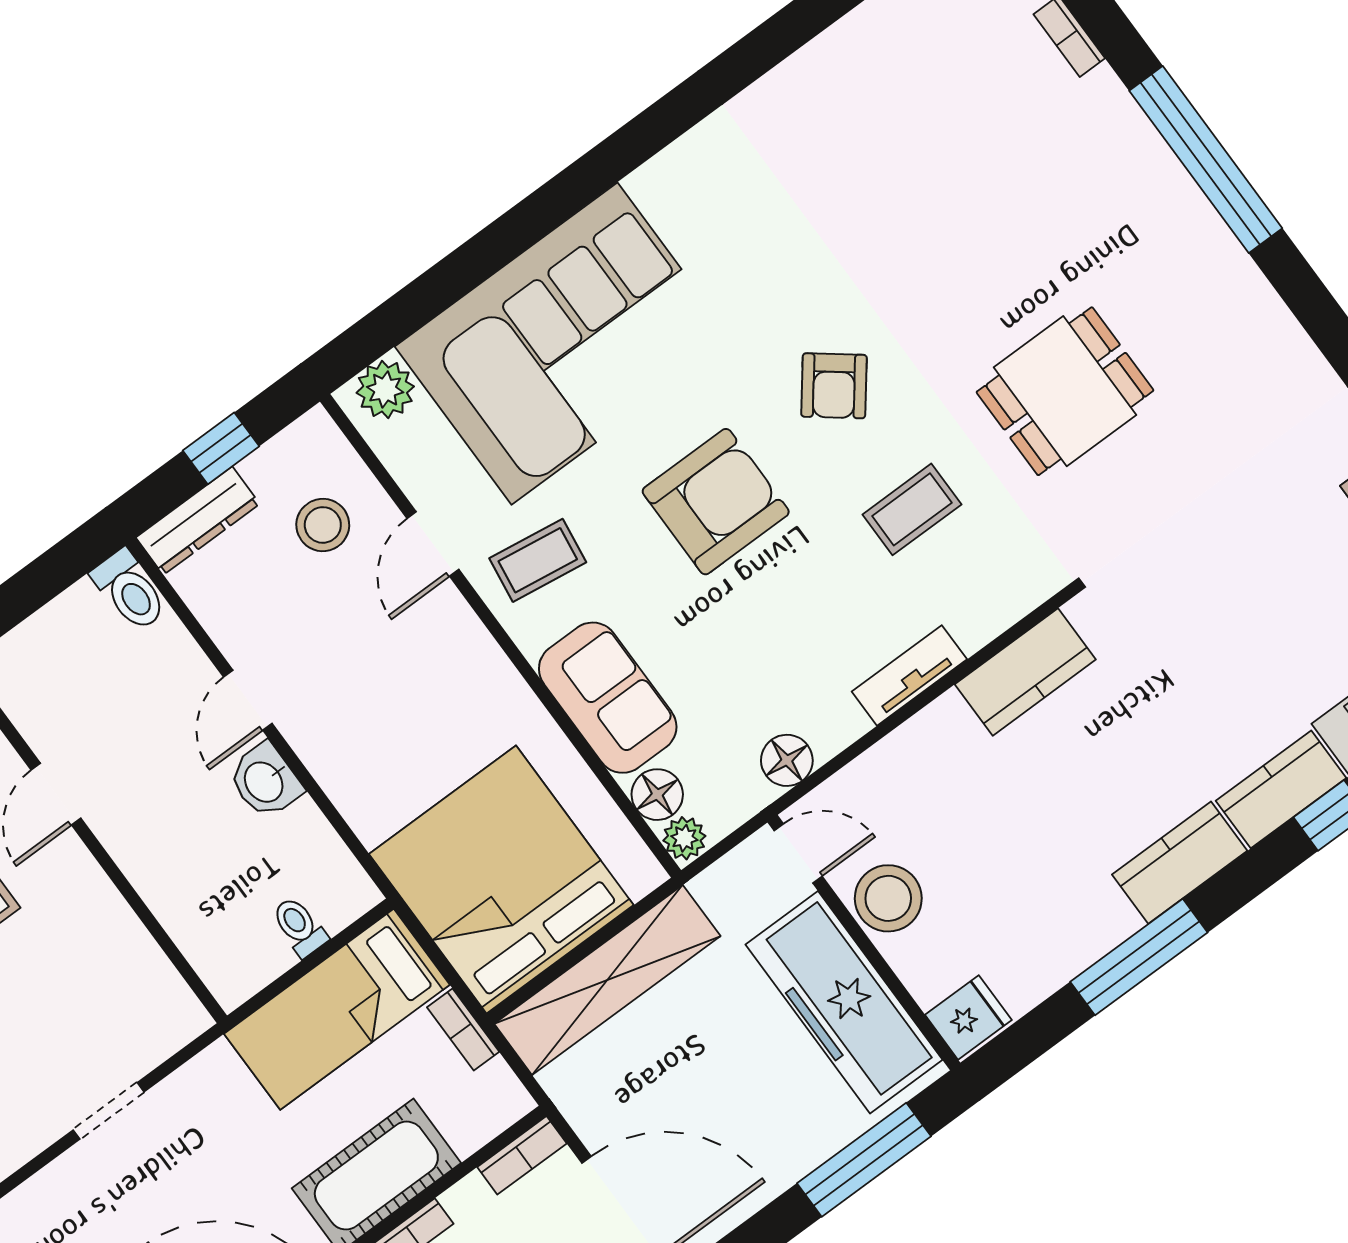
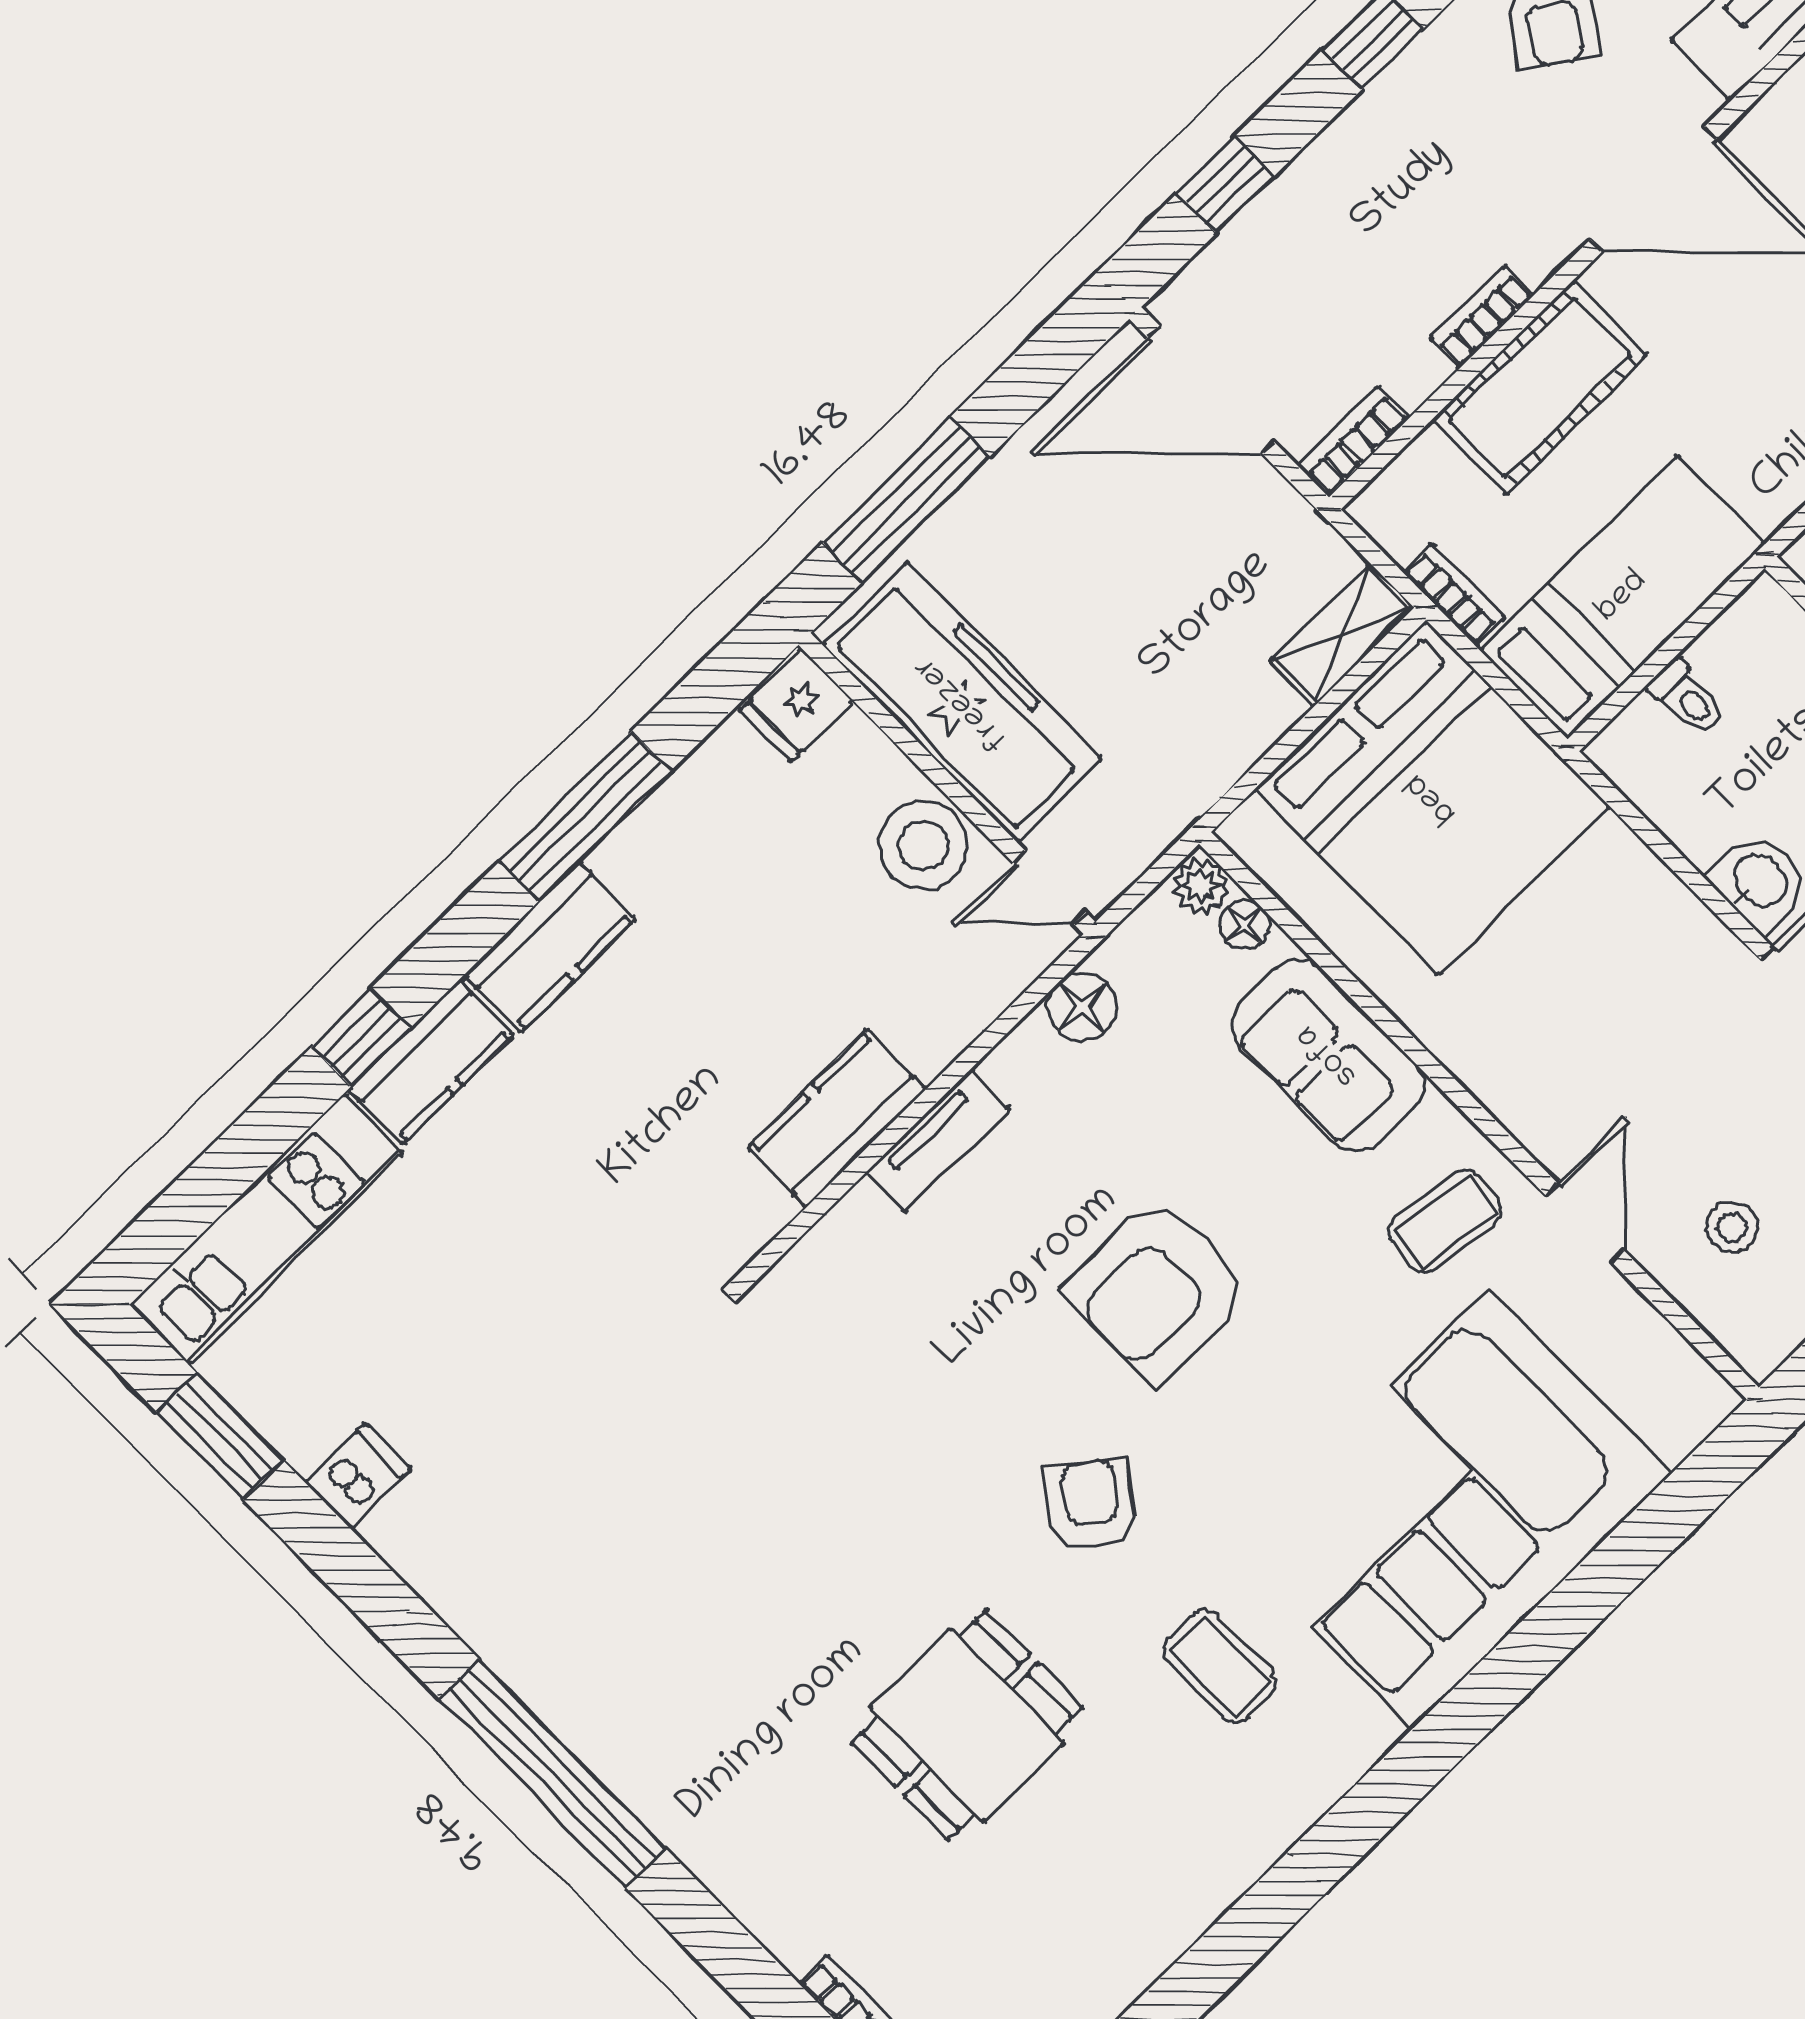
window: (1206, 160) -> (552, 1773), moved
plant: (385, 390) -> (1676, 1415), removed
dining table: (1065, 391) -> (967, 1725), moved
armchair: (716, 502) -> (1158, 1290), moved
coffee table: (912, 509) -> (1220, 1666), moved, turned 90
stool: (323, 525) -> (1732, 1227), width x0.73, depth x0.73
kitchen counter: (1025, 672) -> (837, 1118), moved
floor lamp: (657, 795) -> (1245, 925), width x0.73, depth x0.73
shelving: (607, 980) -> (1342, 635), width x0.45, depth x0.75

